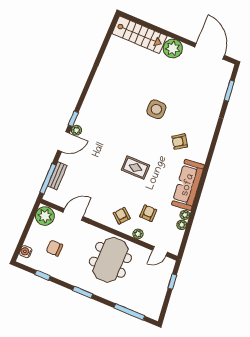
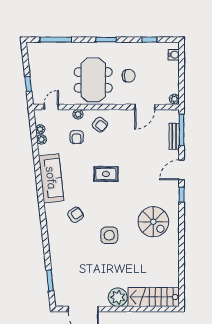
spiral stairs: (110, 105) -> (153, 222), added
plant: (76, 130) -> (174, 185), removed
plant: (185, 215) -> (40, 129), moved
plant: (45, 216) -> (174, 99), width x0.53, depth x0.53
chair: (54, 248) -> (129, 76), moved

